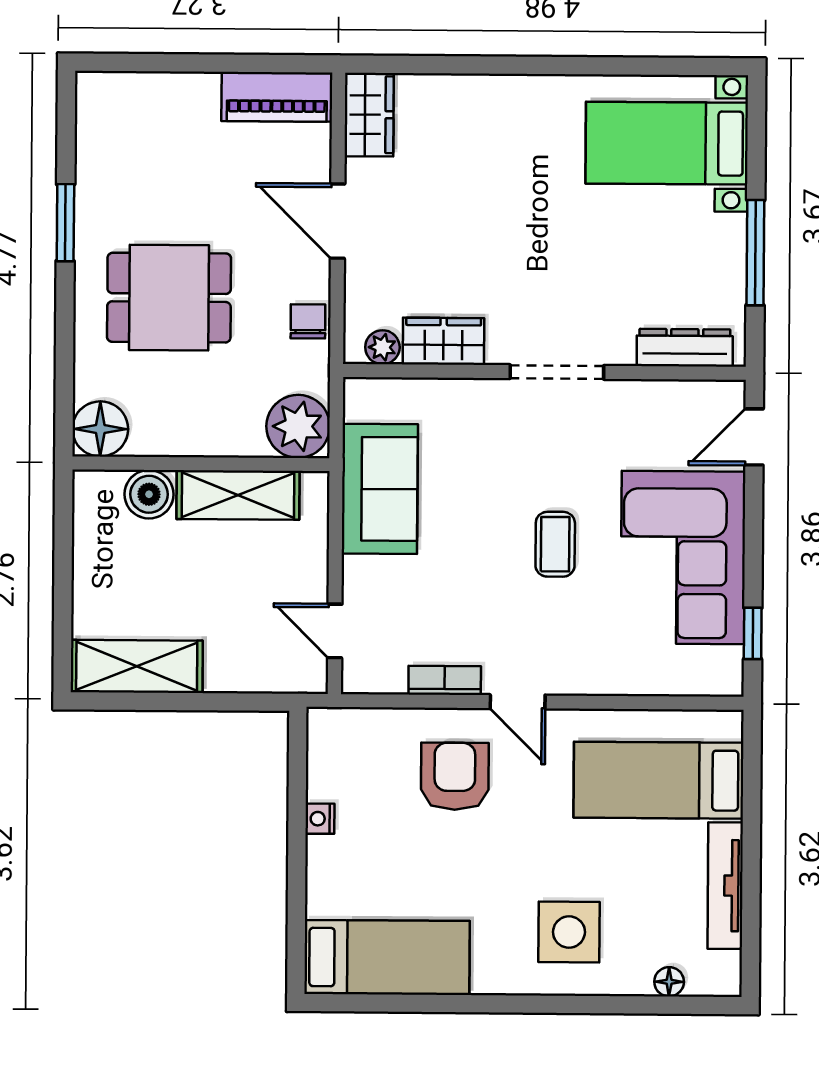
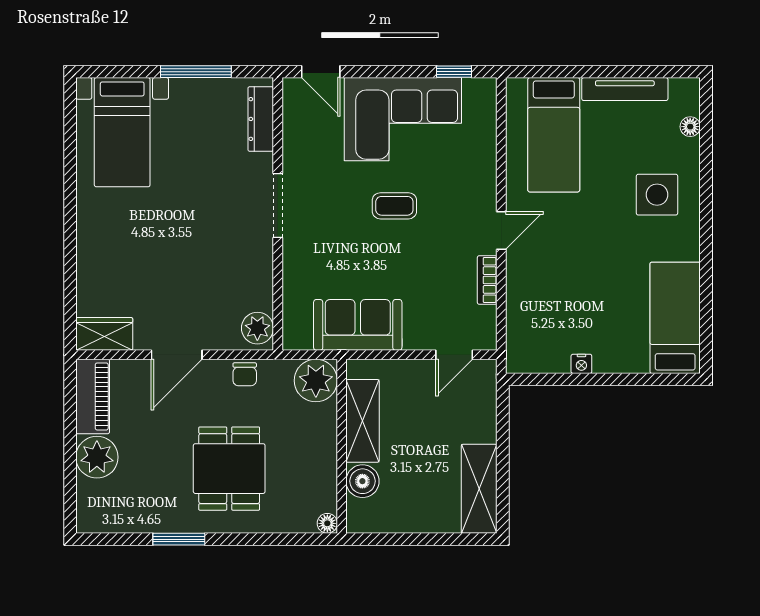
plant: (187, 102) -> (97, 457), added
chair: (308, 321) -> (245, 374), turned -90
wardrobe: (444, 341) -> (257, 282), removed
plant: (382, 347) -> (257, 328), width x1.38, depth x1.38
floor lamp: (100, 429) -> (327, 523), width x0.53, depth x0.53
armchair: (455, 776) -> (552, 273), removed

